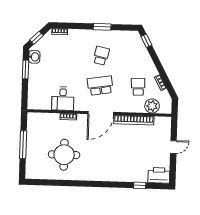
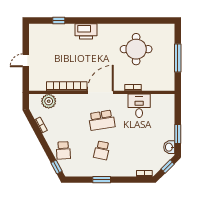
school desk: (138, 87) -> (63, 150), moved
printer: (159, 175) -> (86, 31), moved

